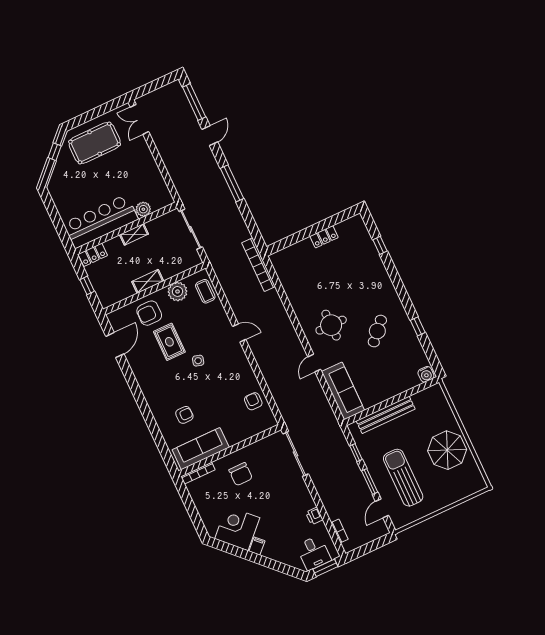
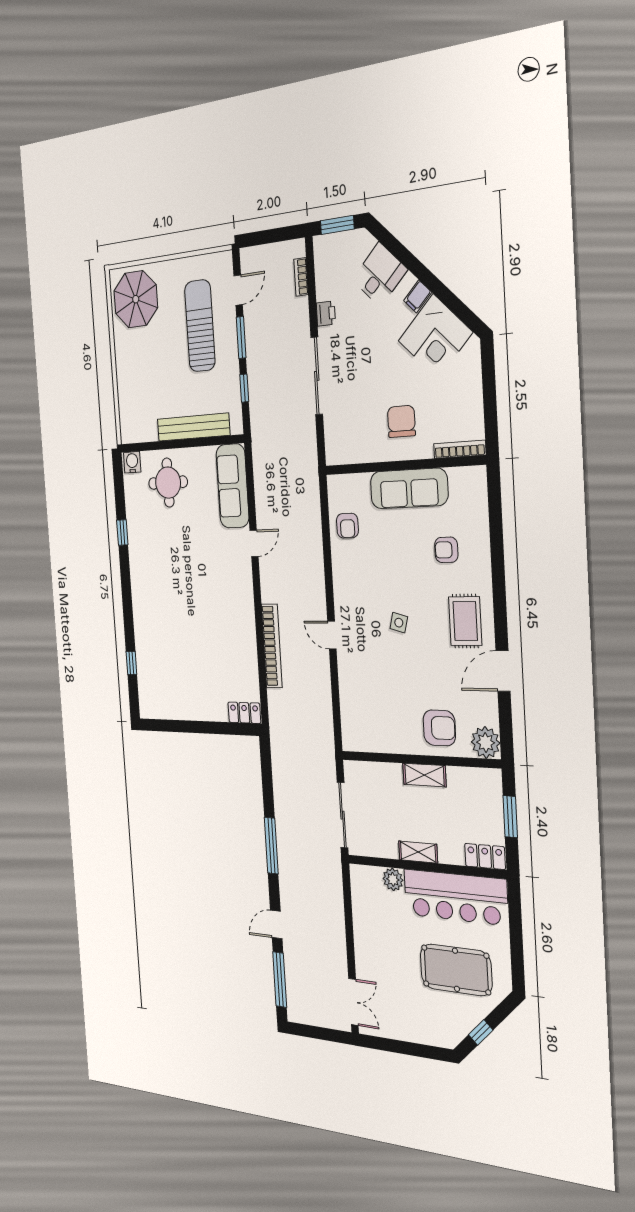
pool table: (95, 143) -> (456, 970), moved
locker: (324, 237) -> (244, 713), moved
bookcase: (259, 265) -> (272, 646), moved
window: (87, 285) -> (510, 817), width x1.50
plant: (178, 291) -> (486, 742), moved
coffee table: (205, 291) -> (354, 718), removed
round table: (331, 325) -> (168, 483), moved
cafe table: (377, 331) -> (168, 550), removed
rug: (169, 342) -> (465, 621), moved
door: (115, 345) -> (503, 671), moved
sofa: (201, 449) -> (409, 488), moved
parasol: (447, 450) -> (136, 299), moved
sliding door: (296, 454) -> (317, 376), moved
sun lounger: (403, 478) -> (200, 326), turned 180
desk: (314, 553) -> (380, 275), moved, turned 45

